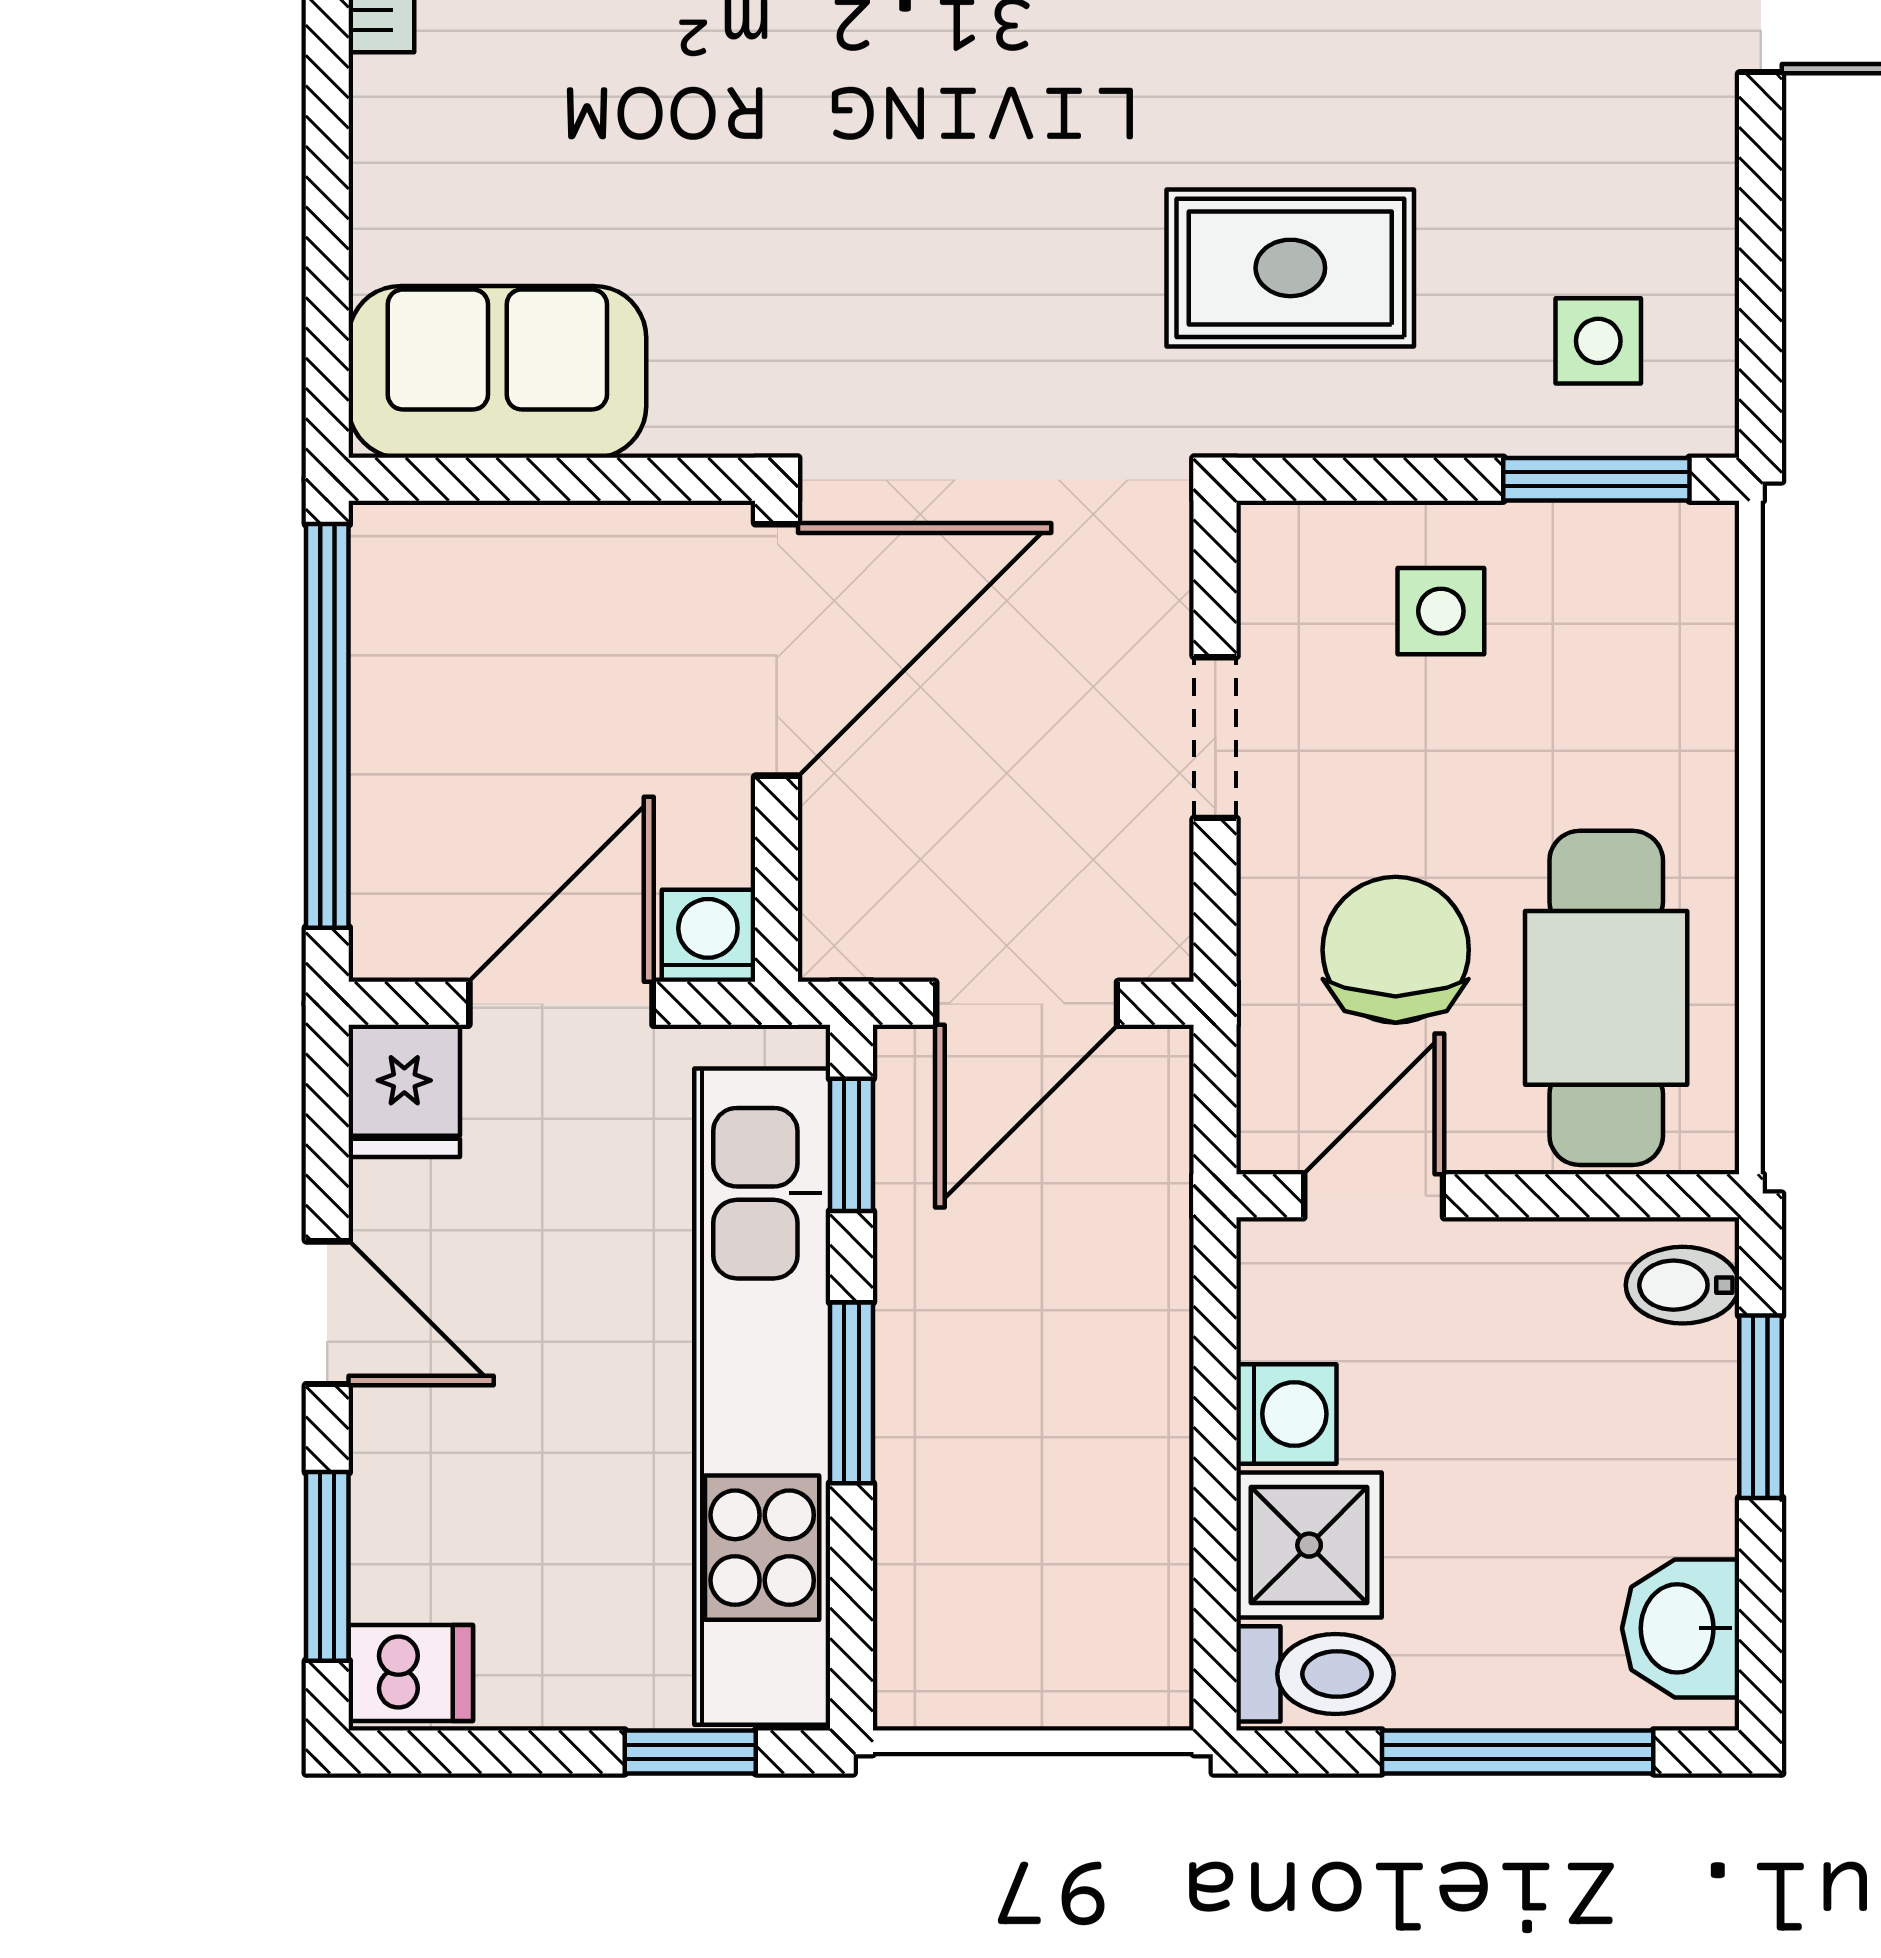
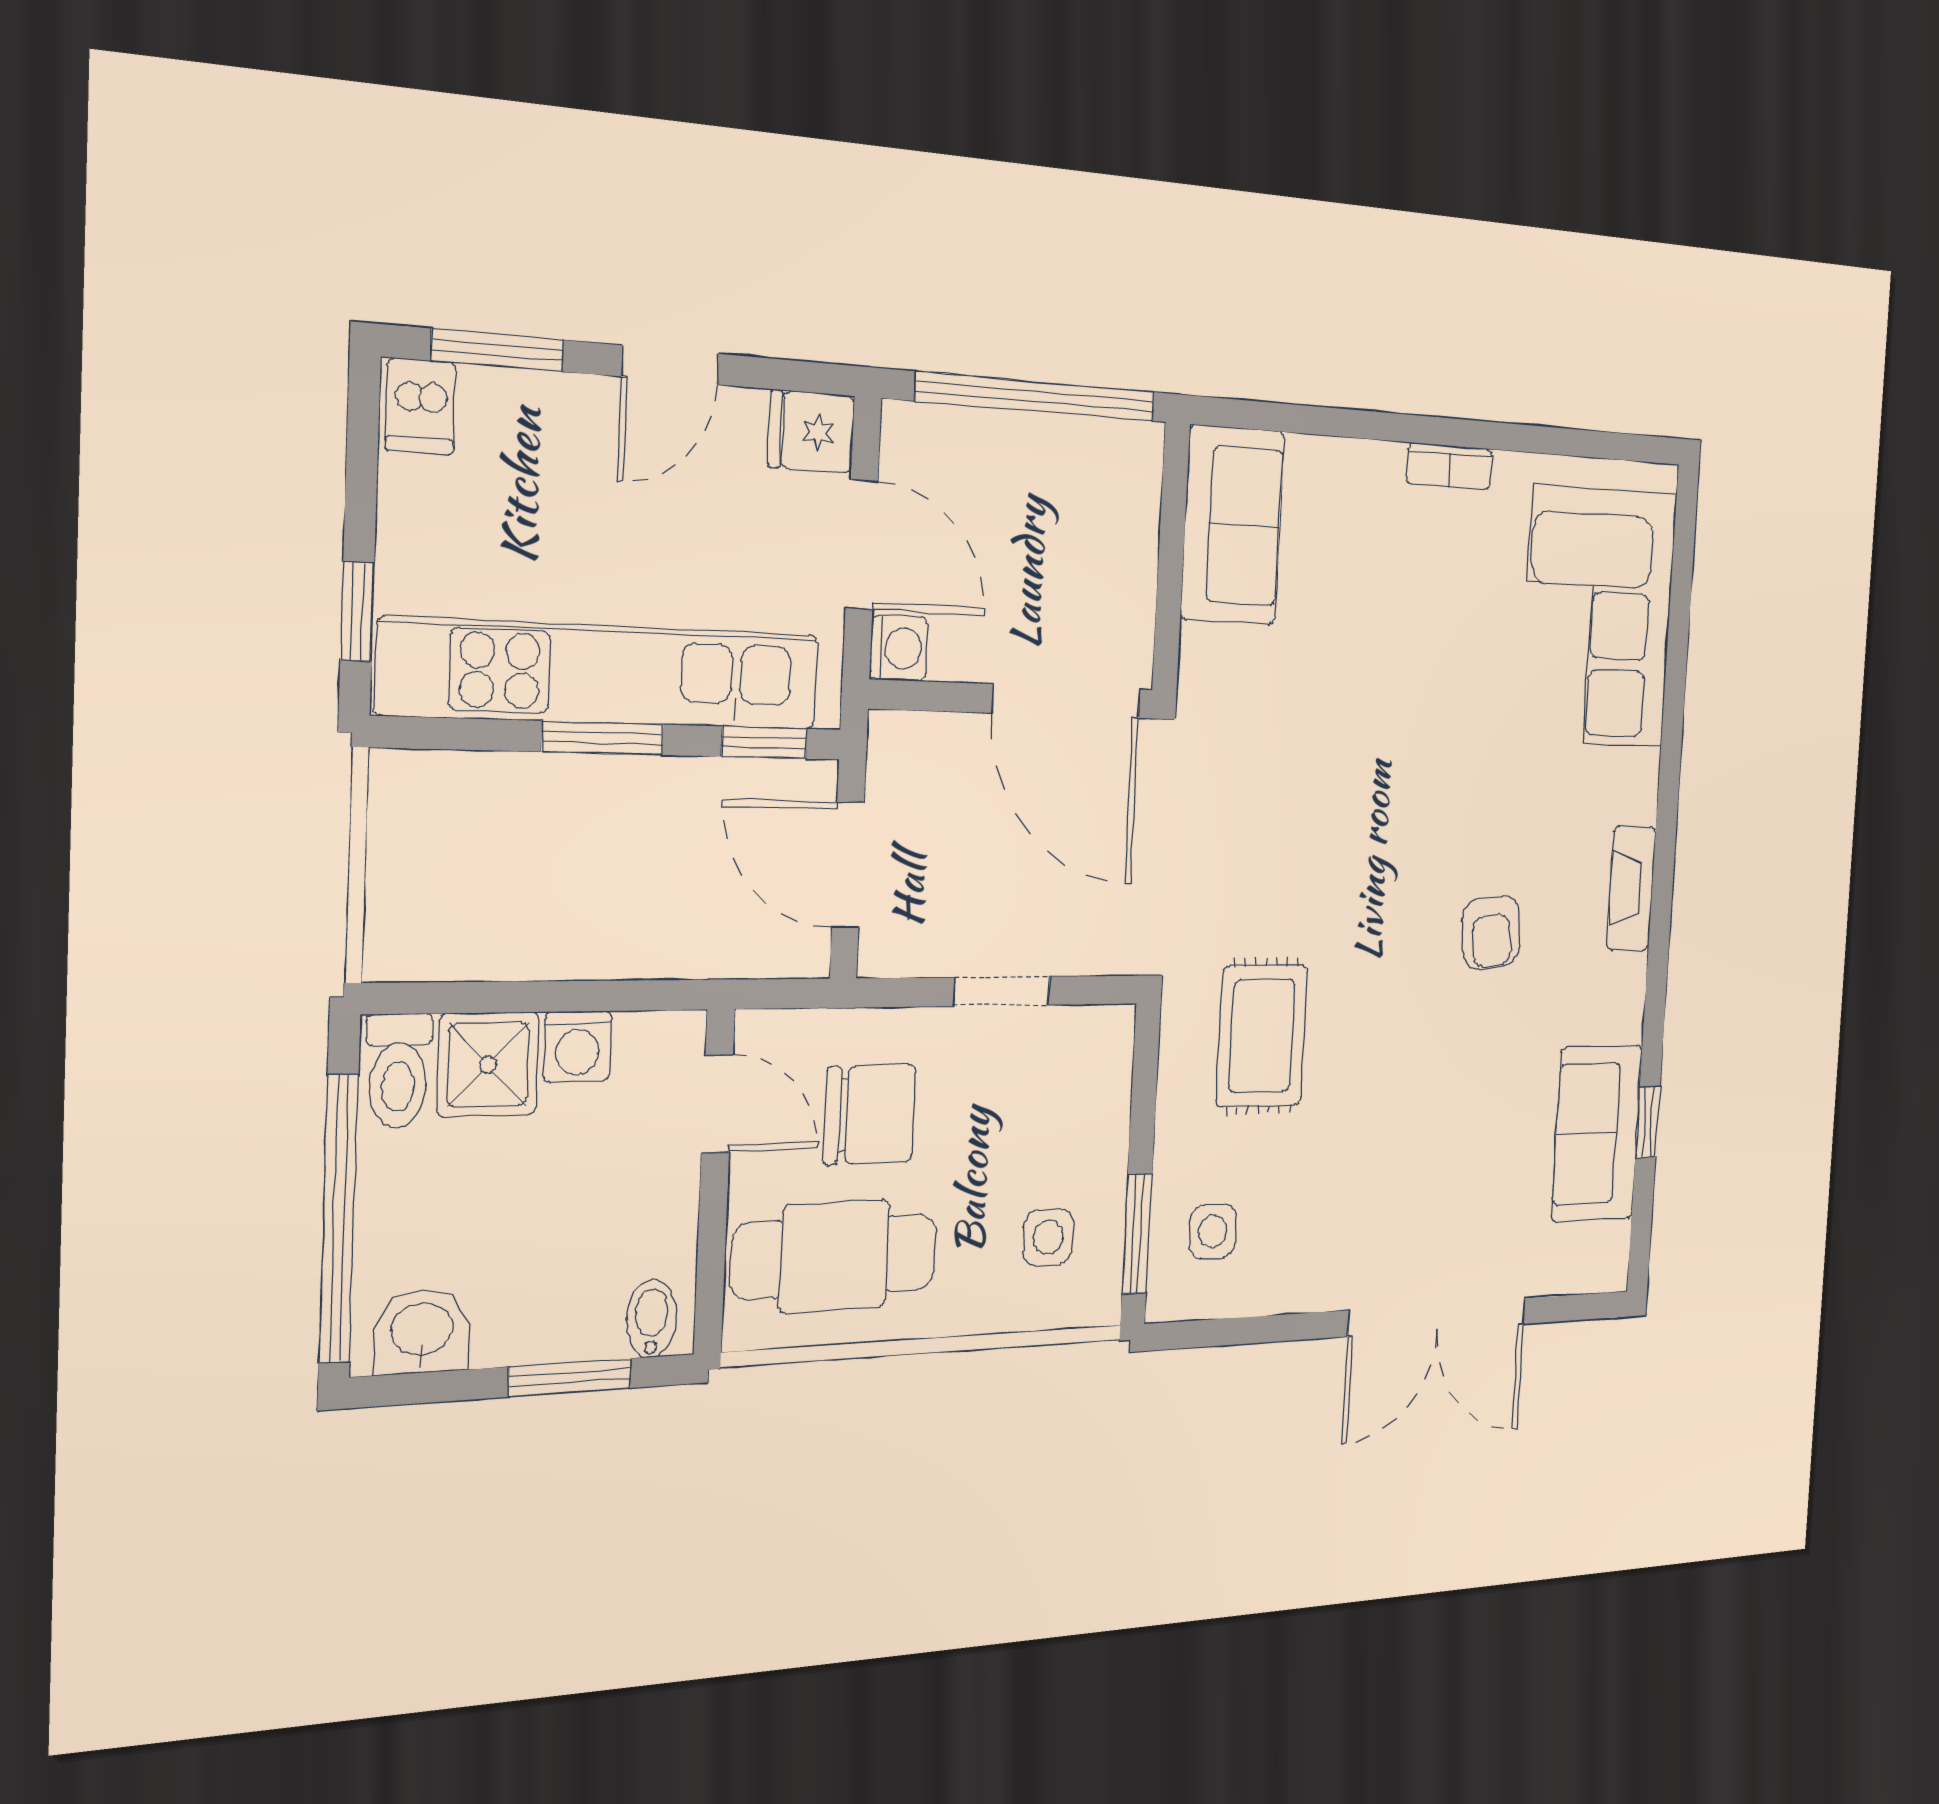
side table: (1441, 611) -> (1048, 1237), moved
window: (1518, 1752) -> (339, 1219), width x1.46

